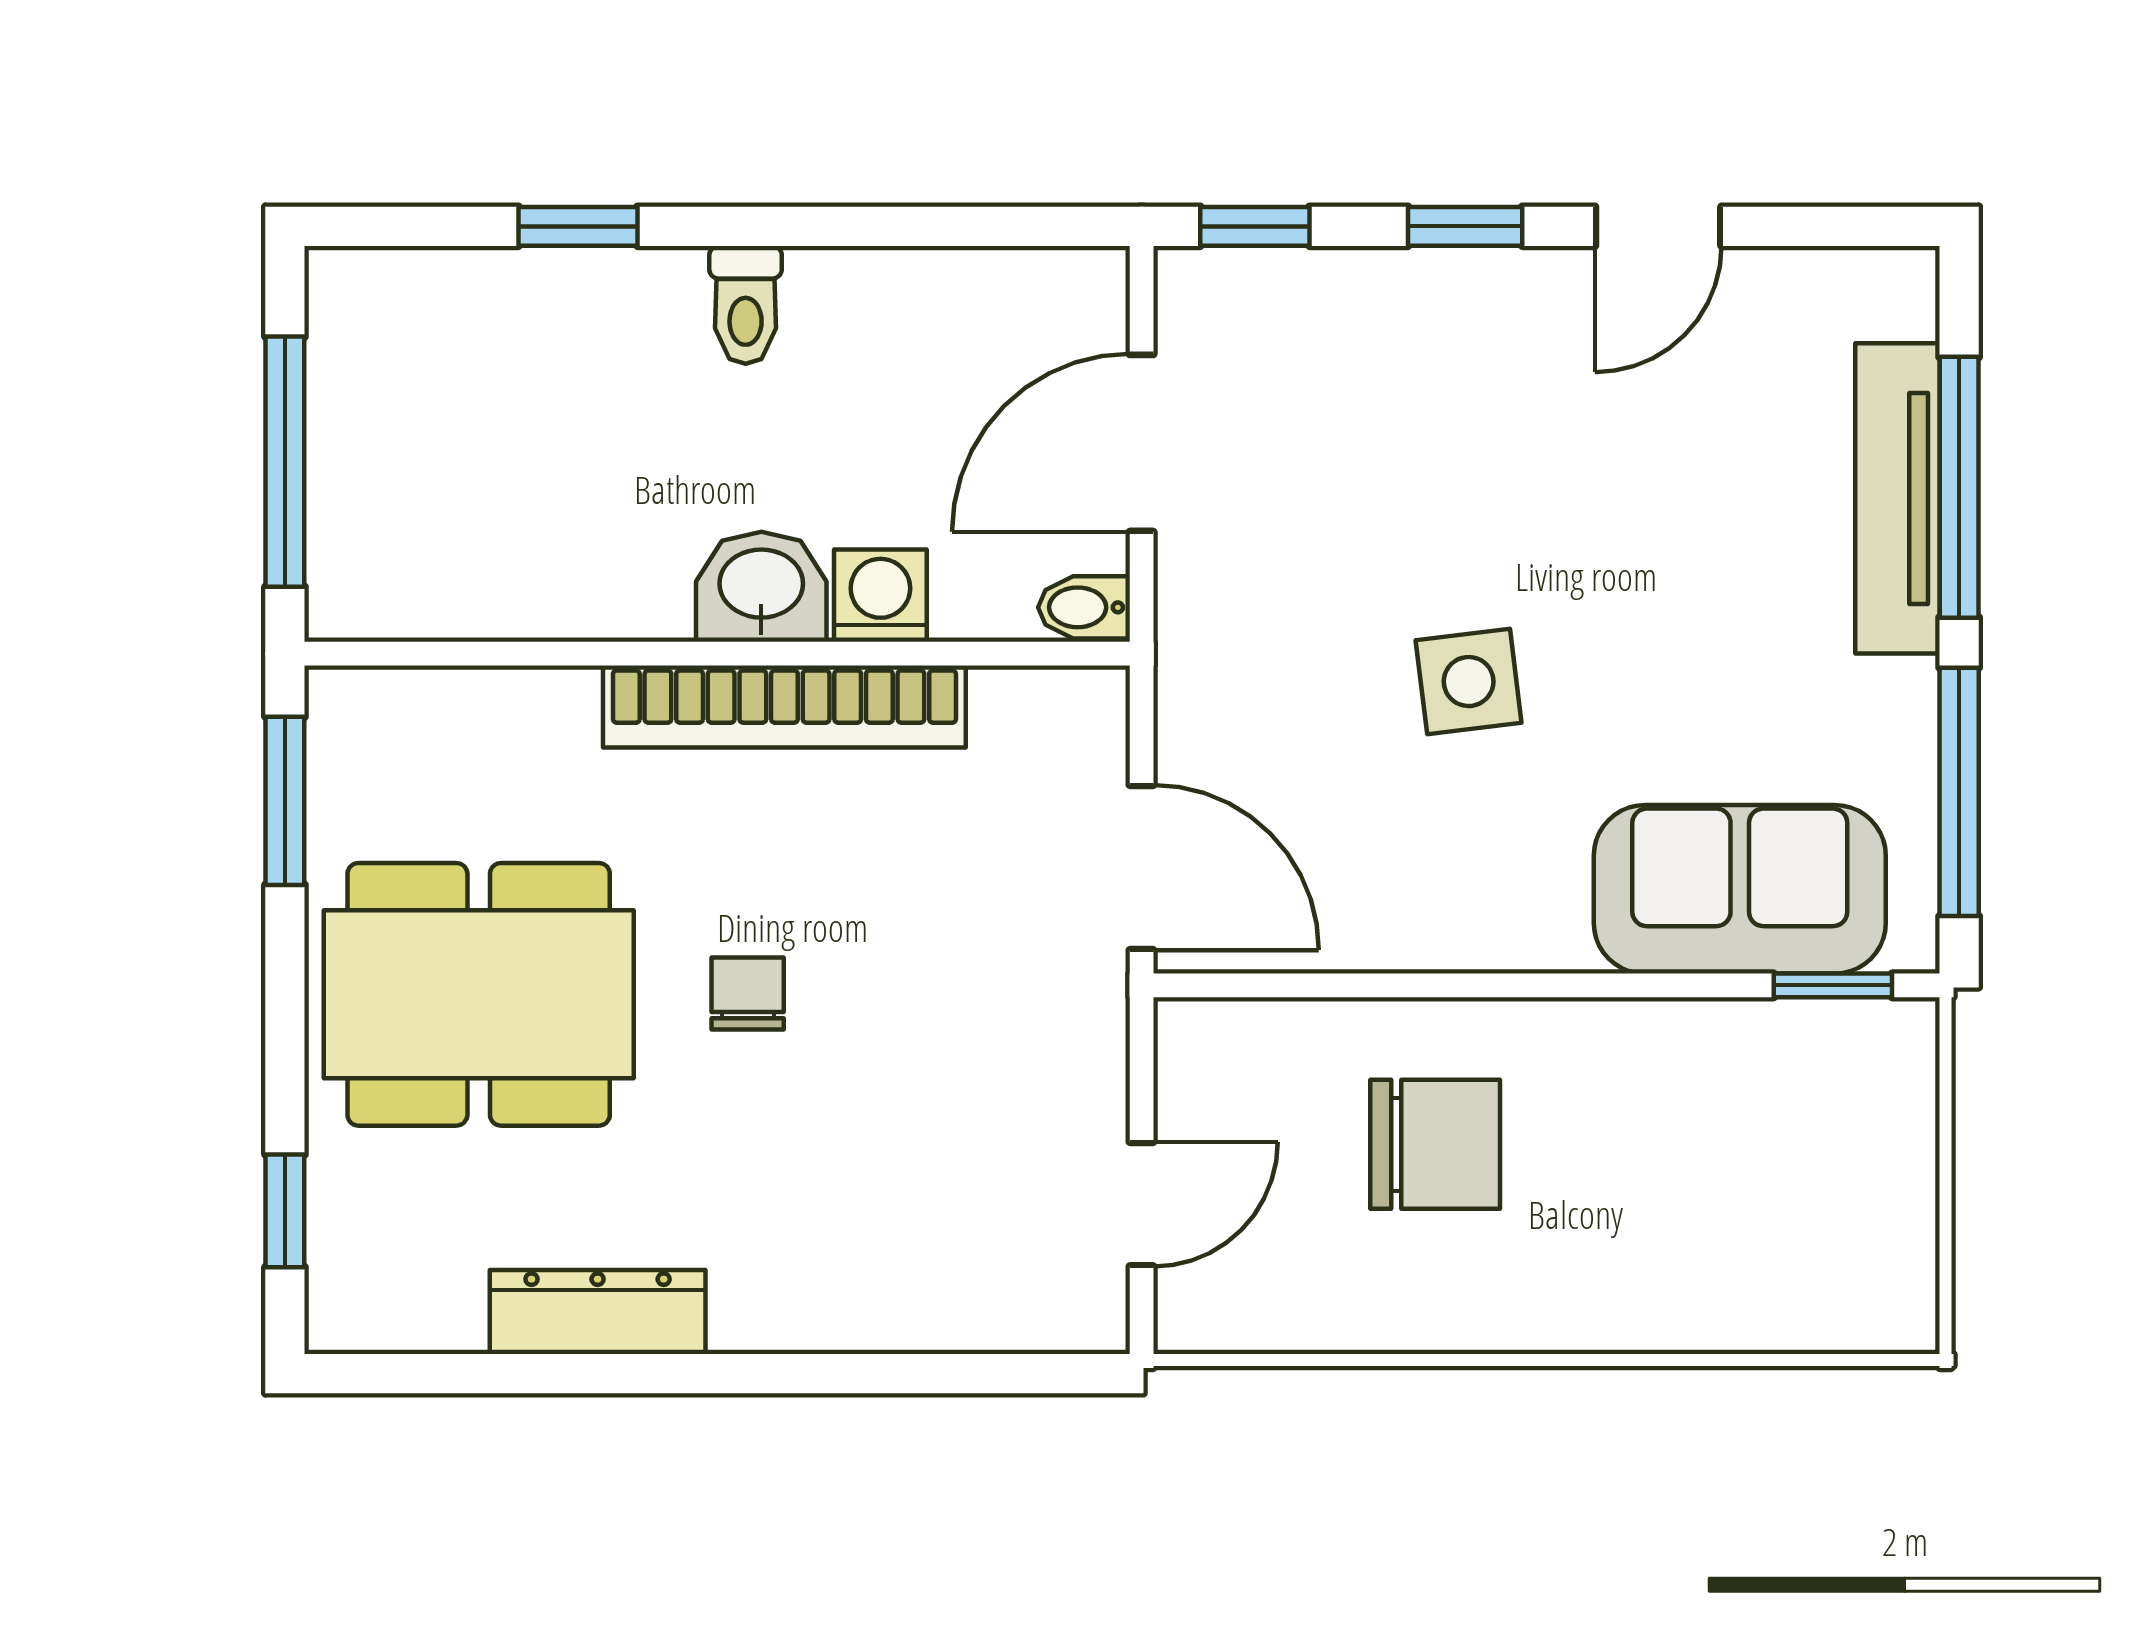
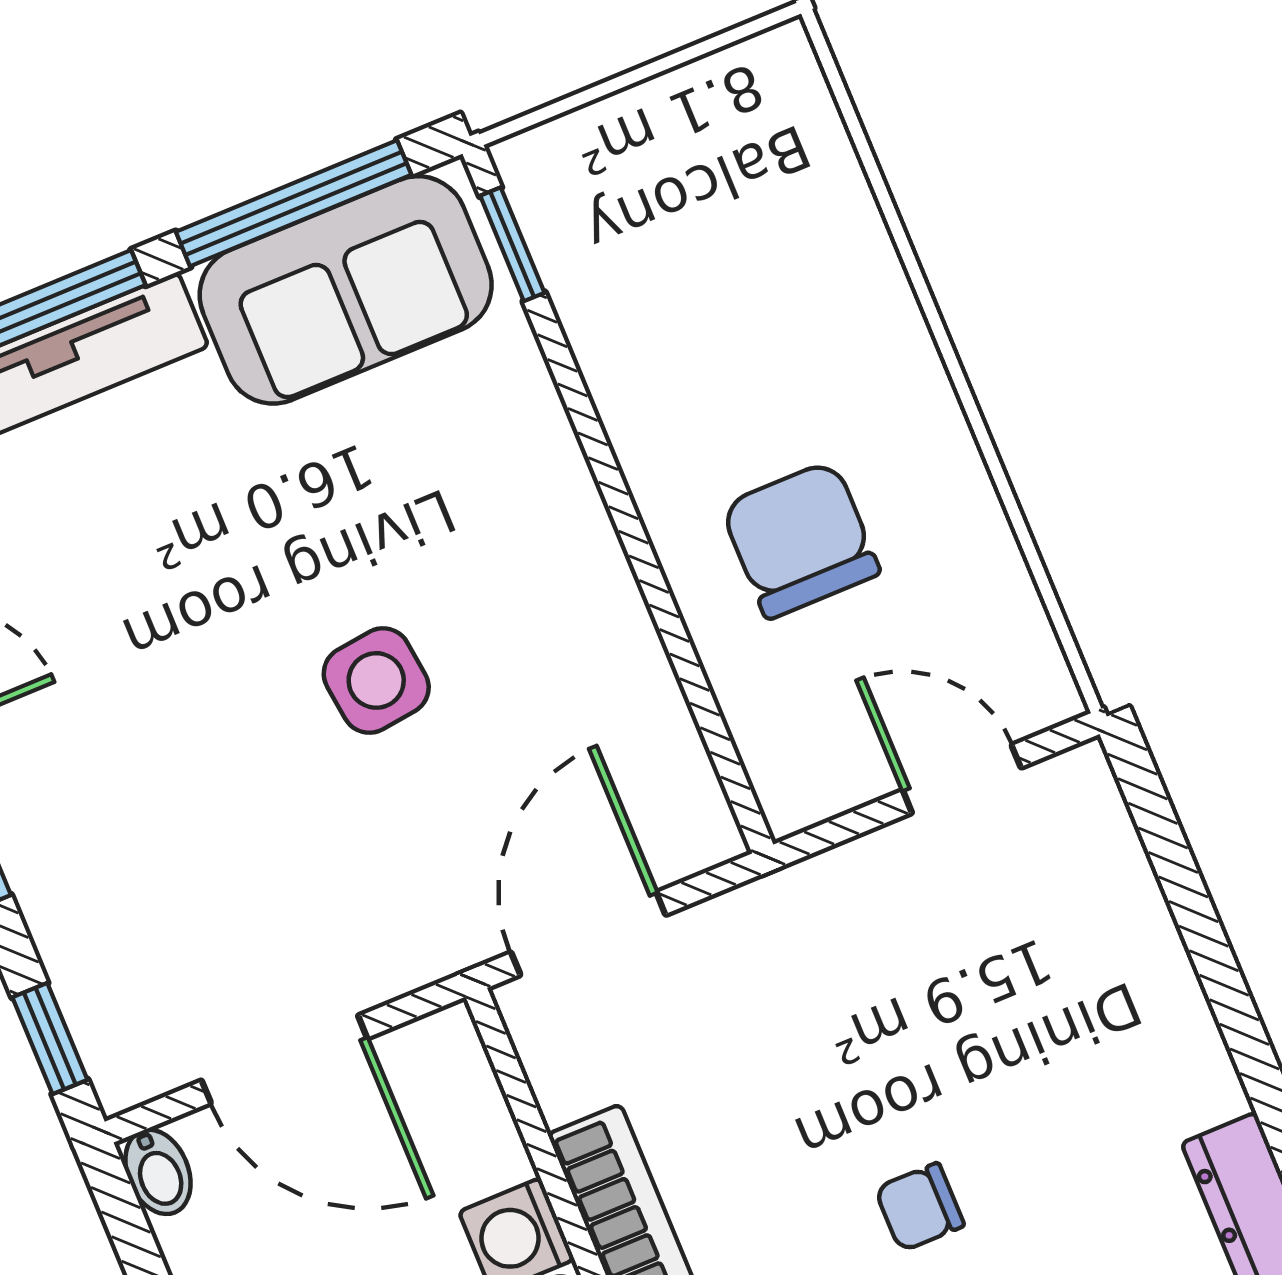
bidet: (1084, 607) -> (158, 1172), moved
door: (1142, 868) -> (588, 934), moved
sofa: (1740, 889) -> (346, 290), moved, turned -90

